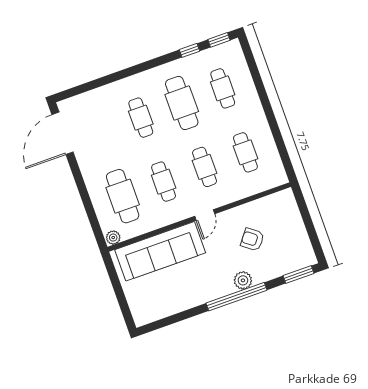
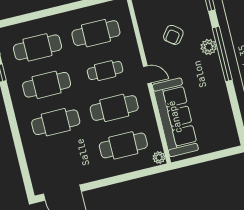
cafe table: (223, 88) -> (37, 47), width x1.37, depth x1.35
cafe table: (141, 118) -> (56, 122), width x1.37, depth x1.35
cafe table: (245, 152) -> (96, 33), width x1.37, depth x1.35
cafe table: (164, 182) -> (114, 108), width x1.37, depth x1.35

